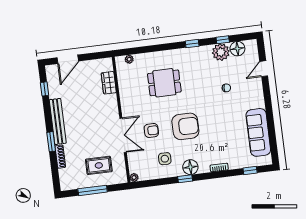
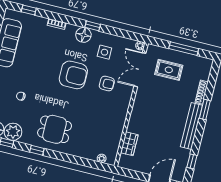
dining table: (164, 83) -> (55, 129), moved
armchair: (185, 126) -> (73, 75), turned 180
armchair: (151, 130) -> (107, 83), turned 180
double door: (123, 135) -> (140, 70), moved

